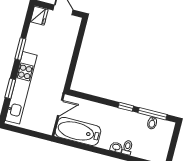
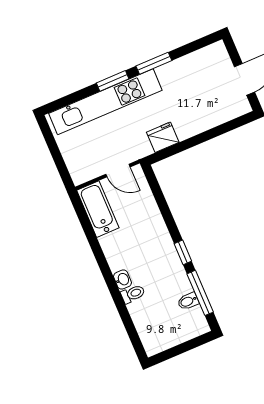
fridge: (39, 16) -> (163, 137), moved, turned 180
window: (10, 88) -> (113, 81), moved
bathtub: (78, 131) -> (98, 209), width x0.73, depth x0.73

